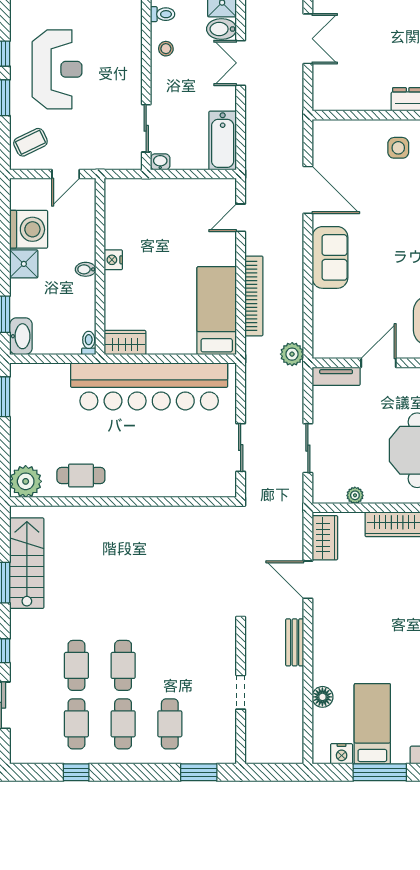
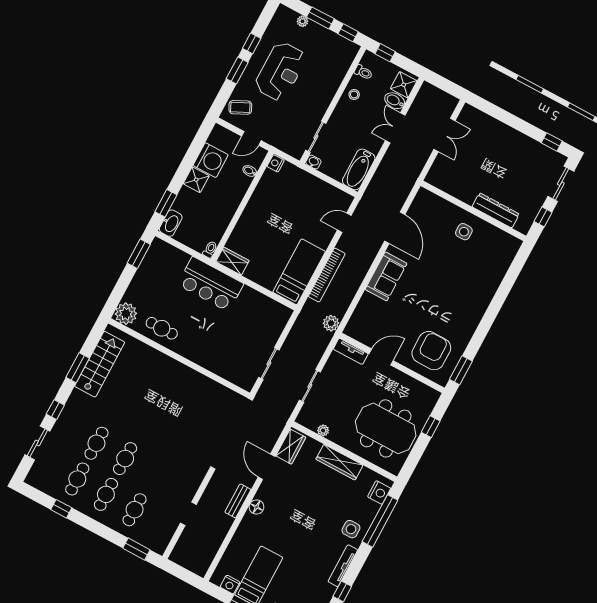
nightstand: (113, 260) -> (276, 163), moved
bidet: (86, 269) -> (250, 171), moved
bar counter: (149, 386) -> (211, 284), width x0.54
floor lamp: (322, 697) -> (256, 507), moved

